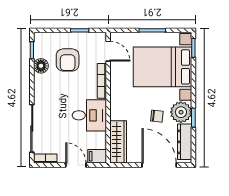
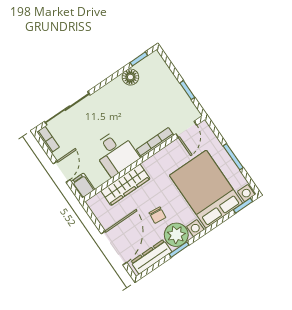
armchair: (68, 60) -> (153, 98), removed
wardrobe: (118, 142) -> (125, 185), moved

